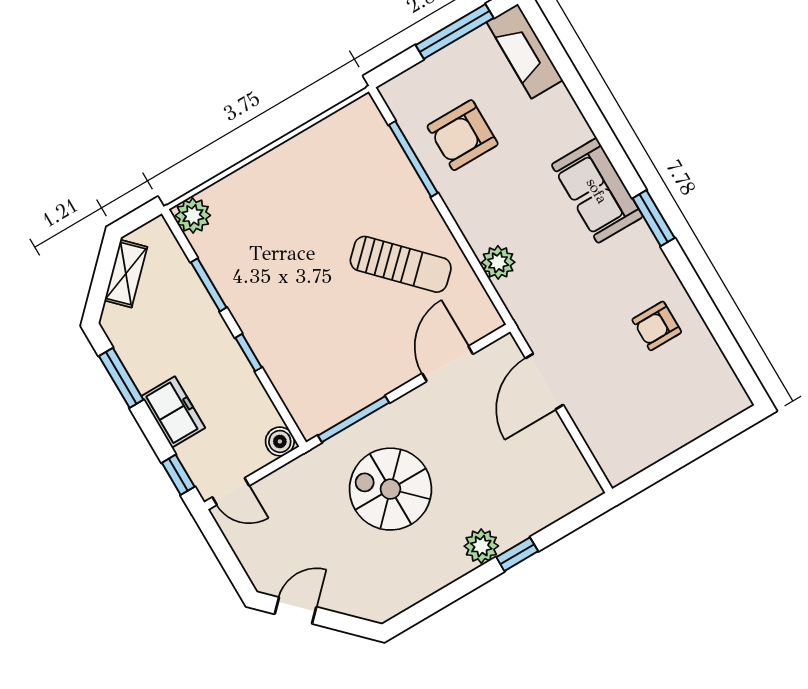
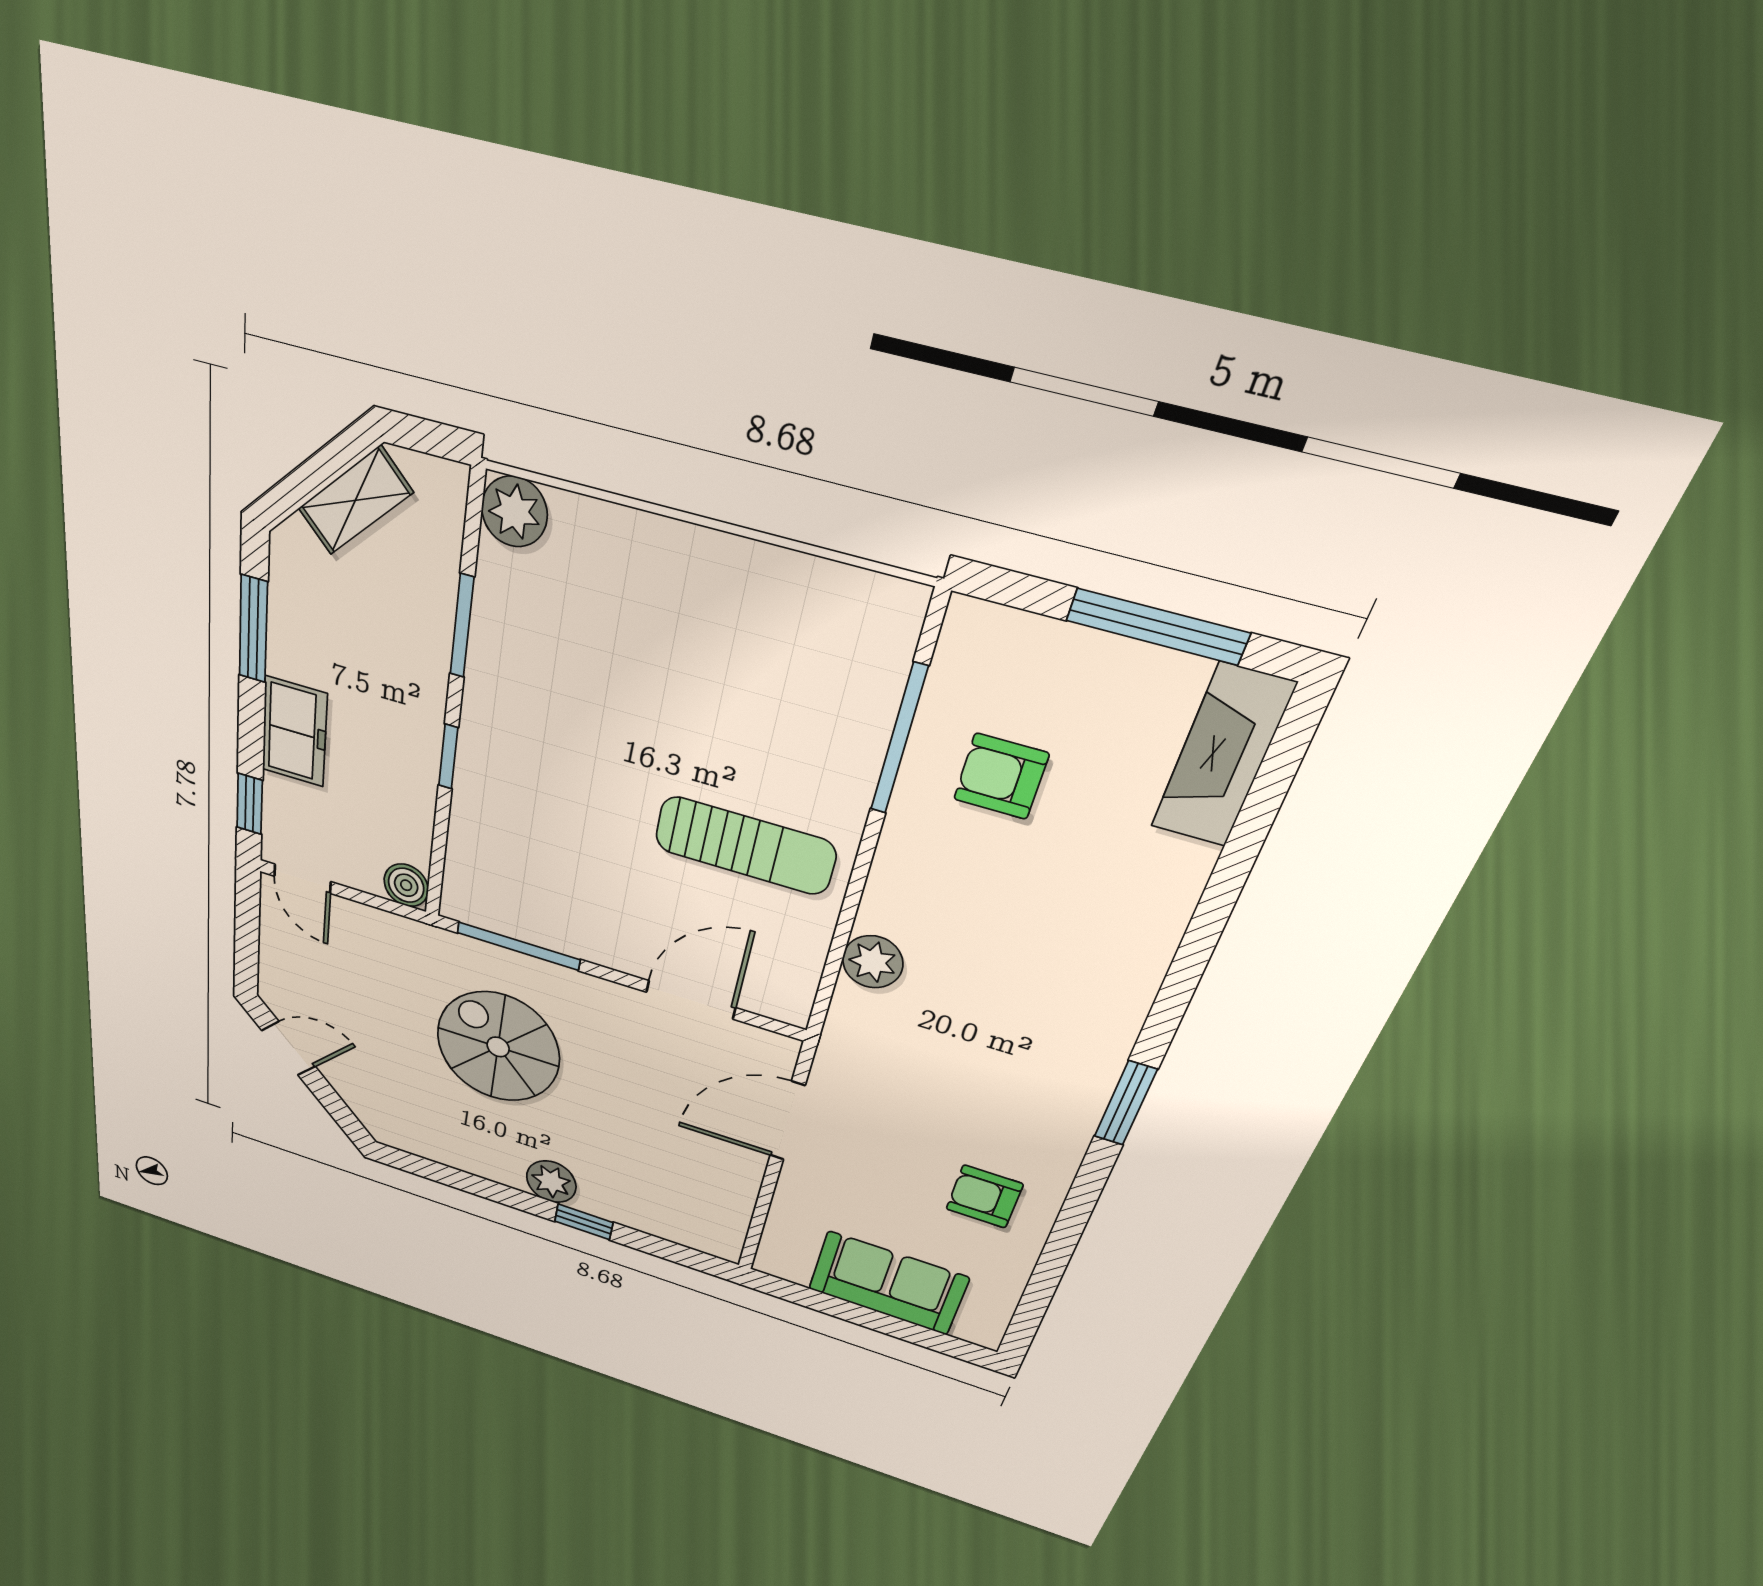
armchair: (463, 135) -> (1001, 776), width x0.72, depth x0.72
sofa: (597, 191) -> (888, 1283), moved, turned 90
sun lounger: (401, 264) -> (745, 846), turned -46

